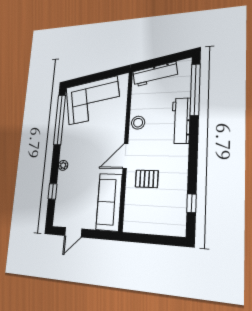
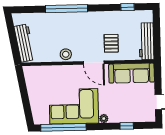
window: (195, 90) -> (66, 9), moved
corner sofa: (93, 100) -> (74, 106), moved, turned -80
workbench: (181, 121) -> (146, 41), moved, turned 90

